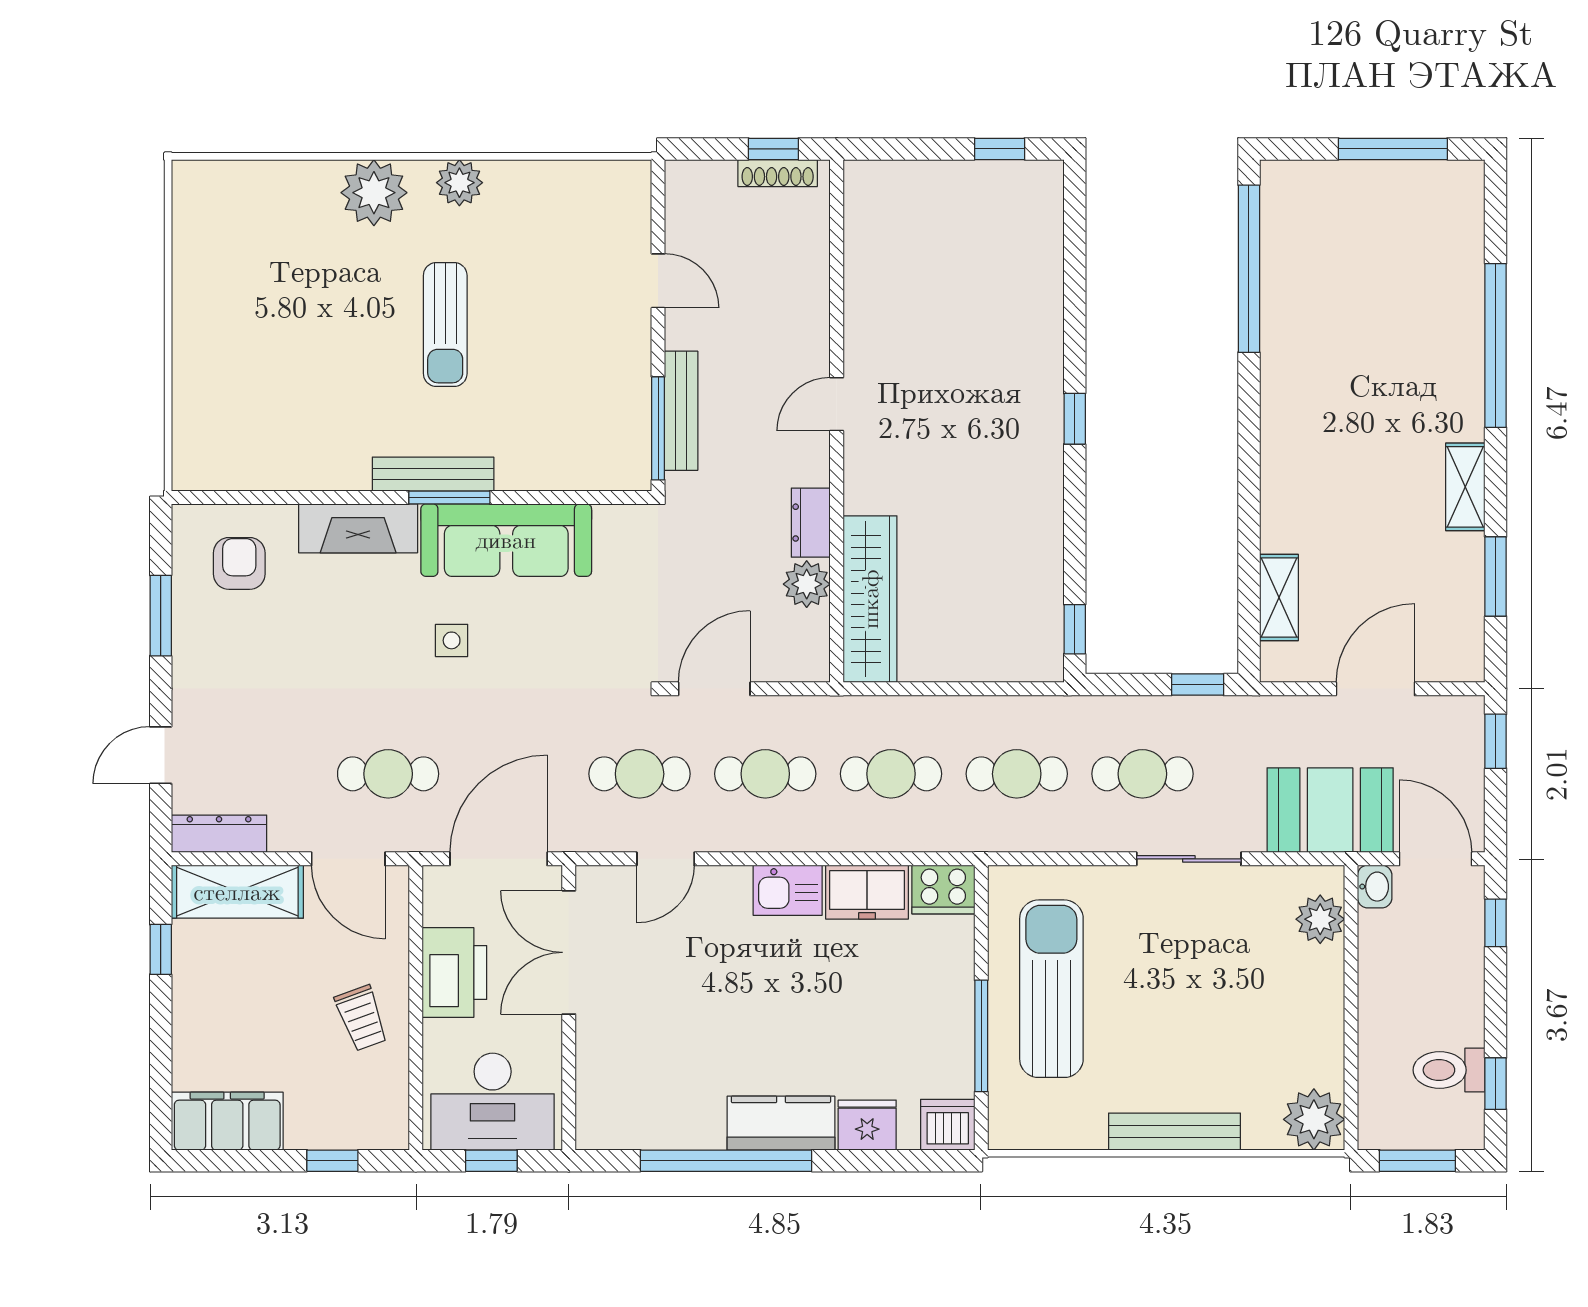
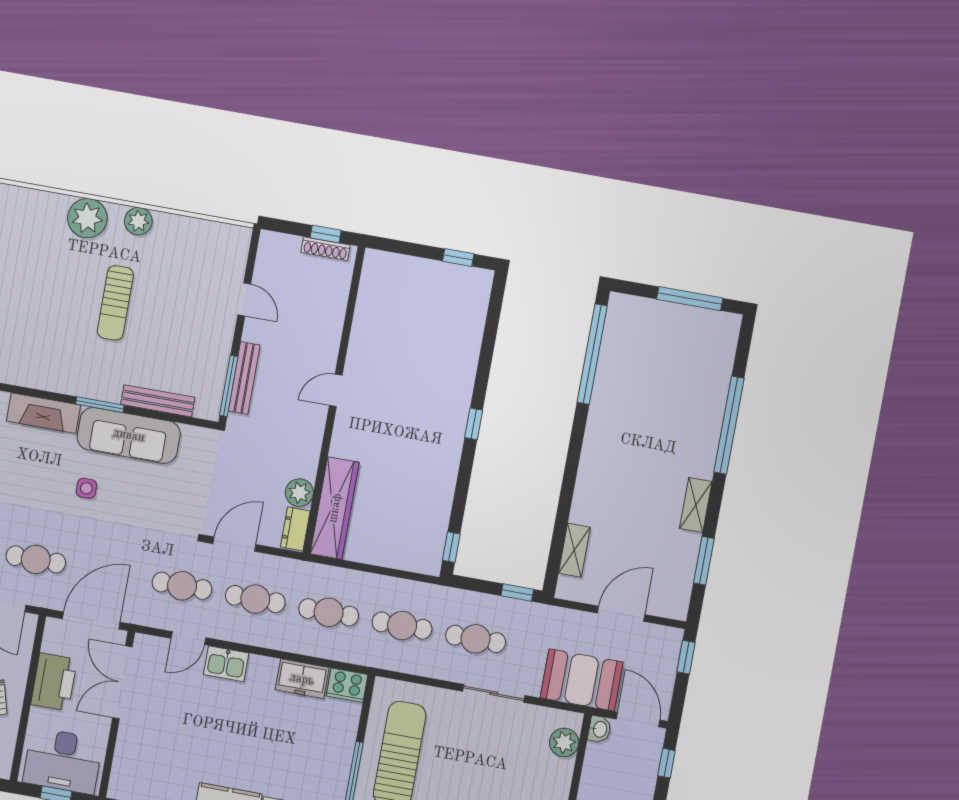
bench: (433, 474) -> (158, 401), moved
dresser: (811, 523) -> (295, 529), moved
kitchen sink: (788, 890) -> (226, 664), moved

